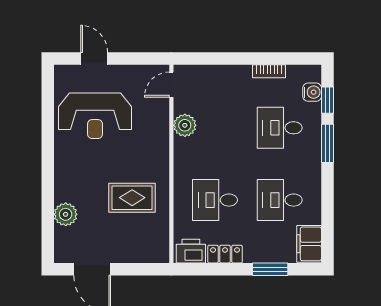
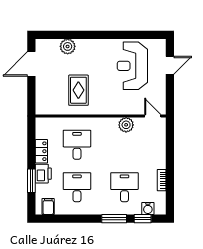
filing cabinet: (309, 244) -> (48, 206), width x0.50
printer: (191, 251) -> (43, 174), moved

